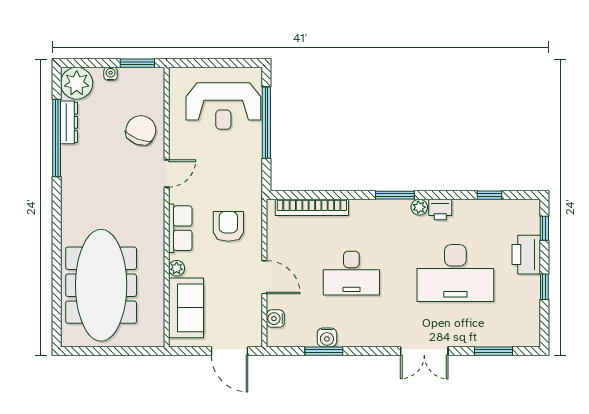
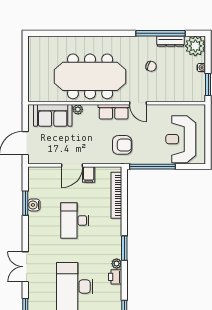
window: (266, 123) -> (152, 167), moved
chair: (141, 130) -> (151, 66), moved, width x0.54, depth x0.54
armchair: (228, 226) -> (122, 145), moved
row of seats: (180, 228) -> (114, 112), moved
filing cabinet: (279, 251) -> (89, 174), added
meeting table: (101, 285) -> (90, 76), moved
water cooler: (275, 319) -> (46, 172), removed

